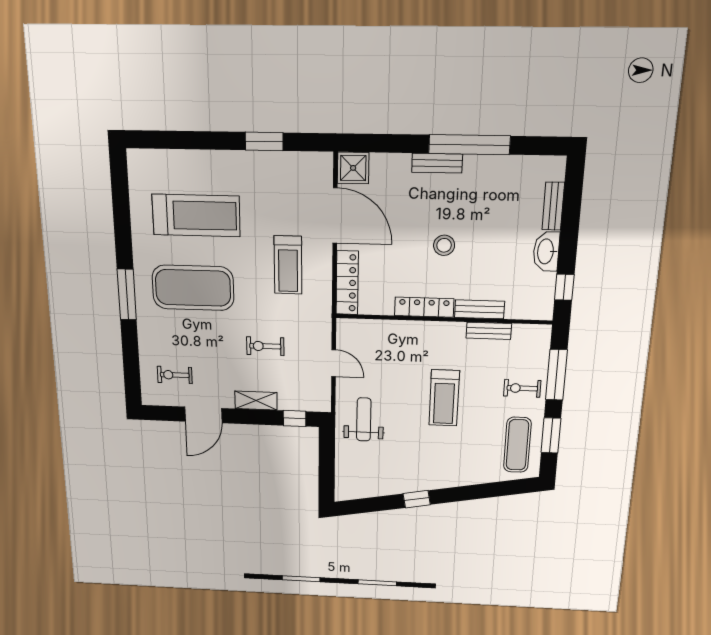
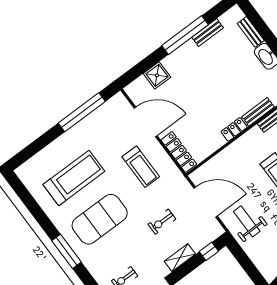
window: (264, 141) -> (82, 112), width x2.11
bench: (437, 163) -> (208, 33), moved
shower: (353, 168) -> (157, 75), moved
stool: (444, 245) -> (213, 93), removed
locker: (424, 307) -> (234, 129), width x0.66
door: (334, 363) -> (206, 202), width x1.88

